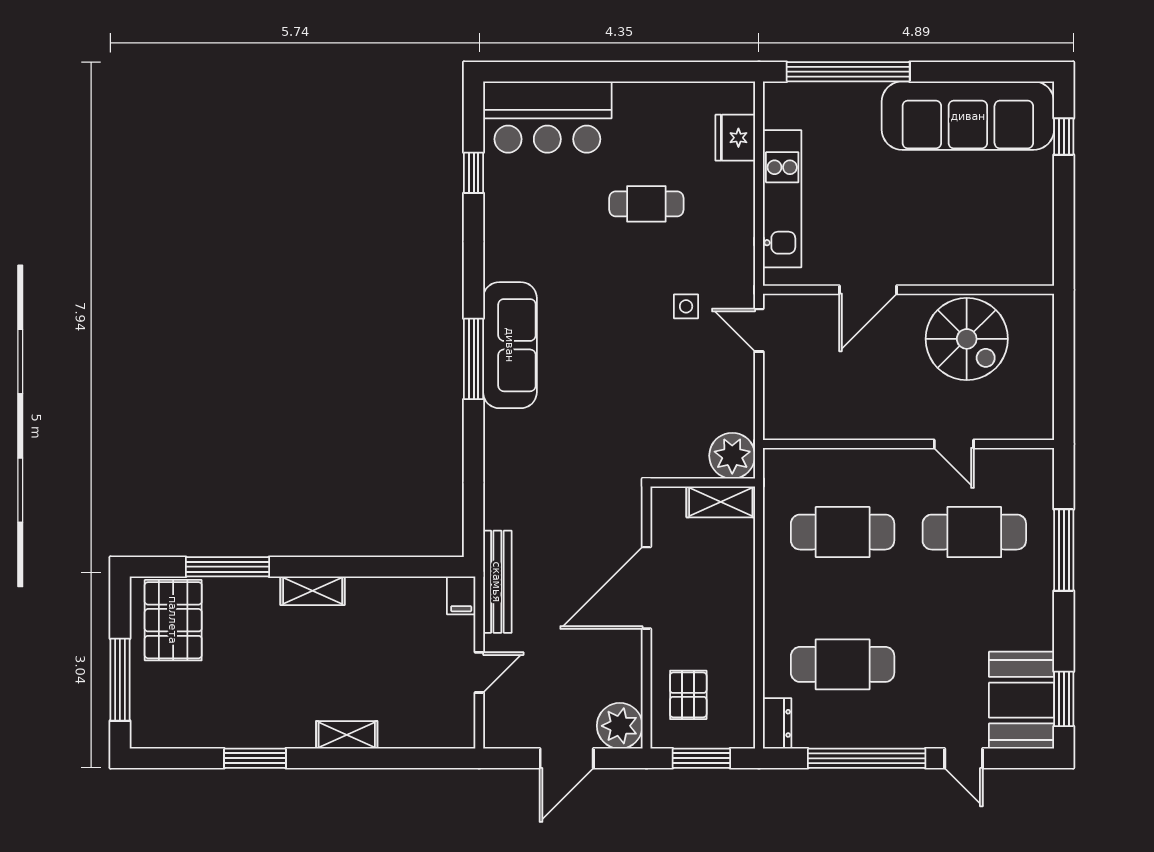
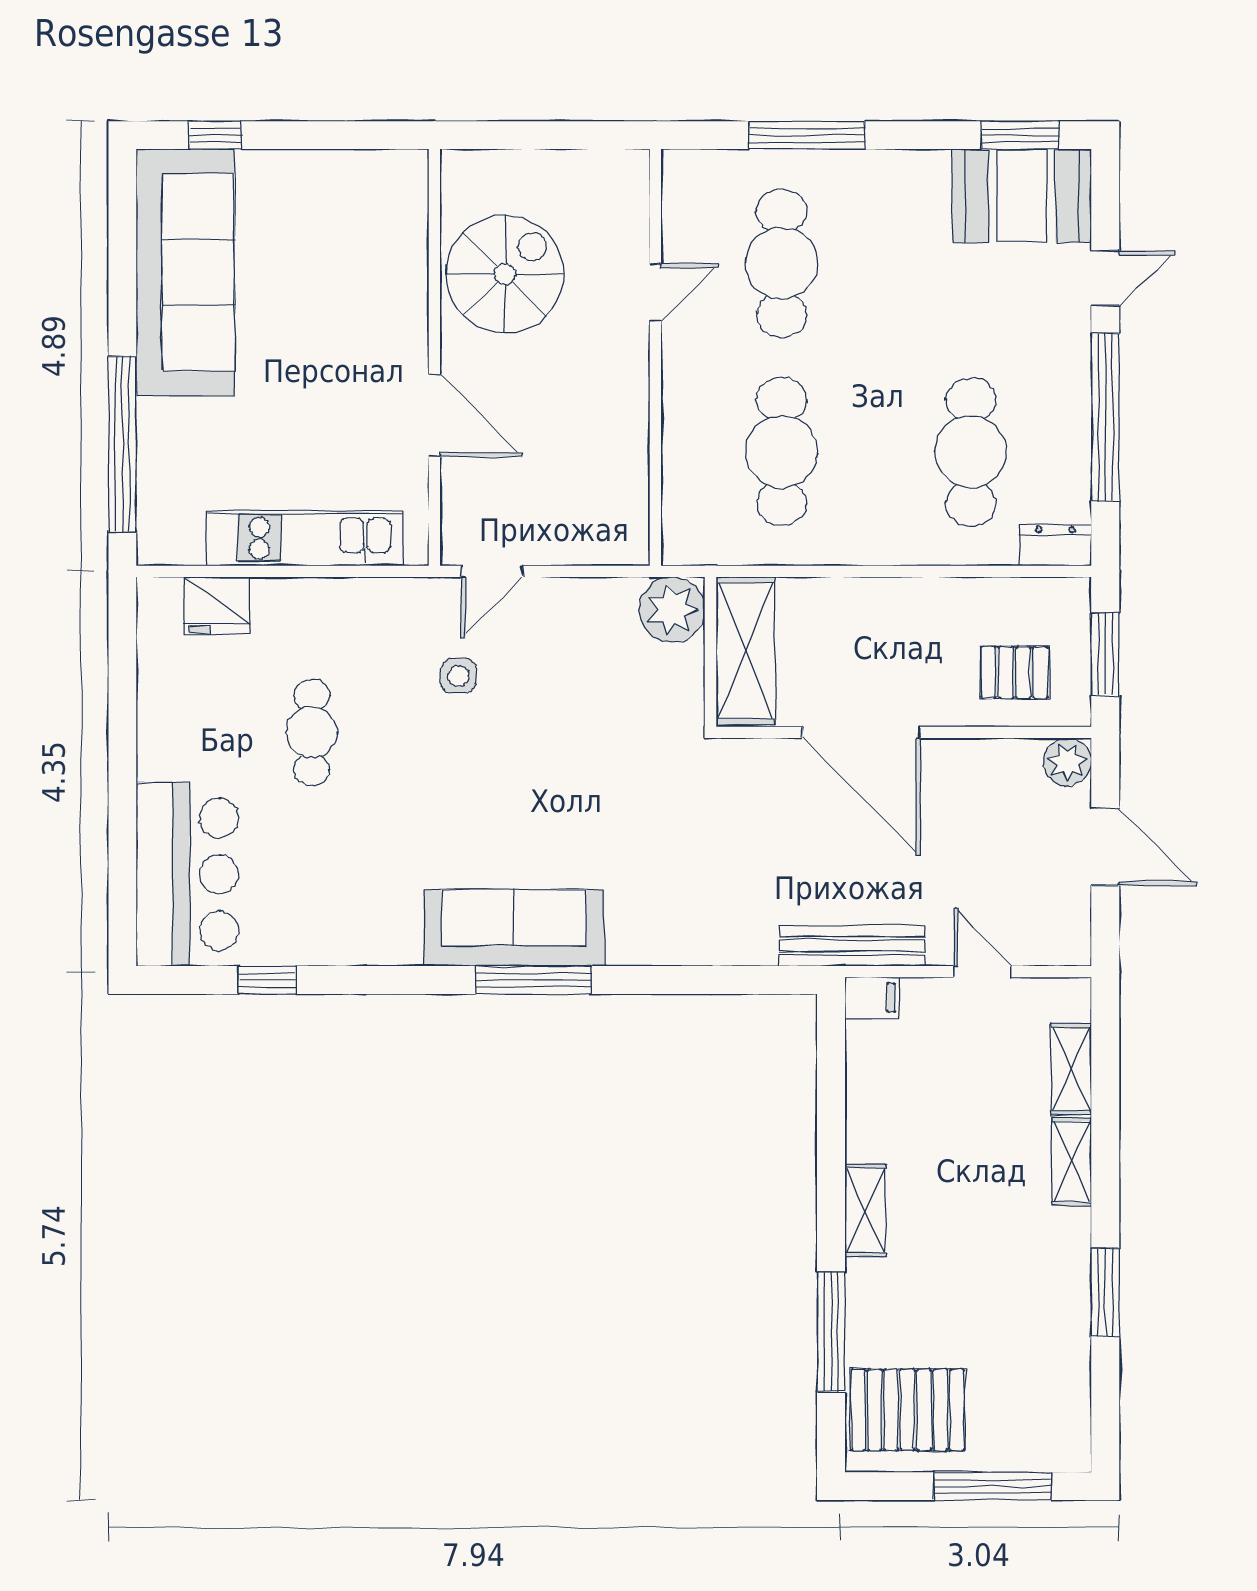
shelving: (721, 502) -> (746, 651), width x1.50, depth x1.33
plant: (620, 726) -> (1067, 762), width x0.73, depth x0.73
shelving: (412, 734) -> (1071, 1069), added

